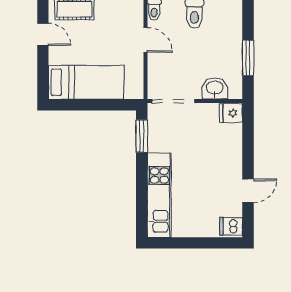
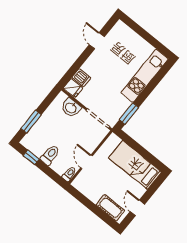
window: (248, 58) -> (31, 122), moved
door: (248, 191) -> (97, 41), hinge flipped
dishwasher: (231, 226) -> (81, 78), moved

